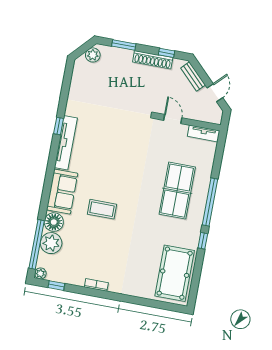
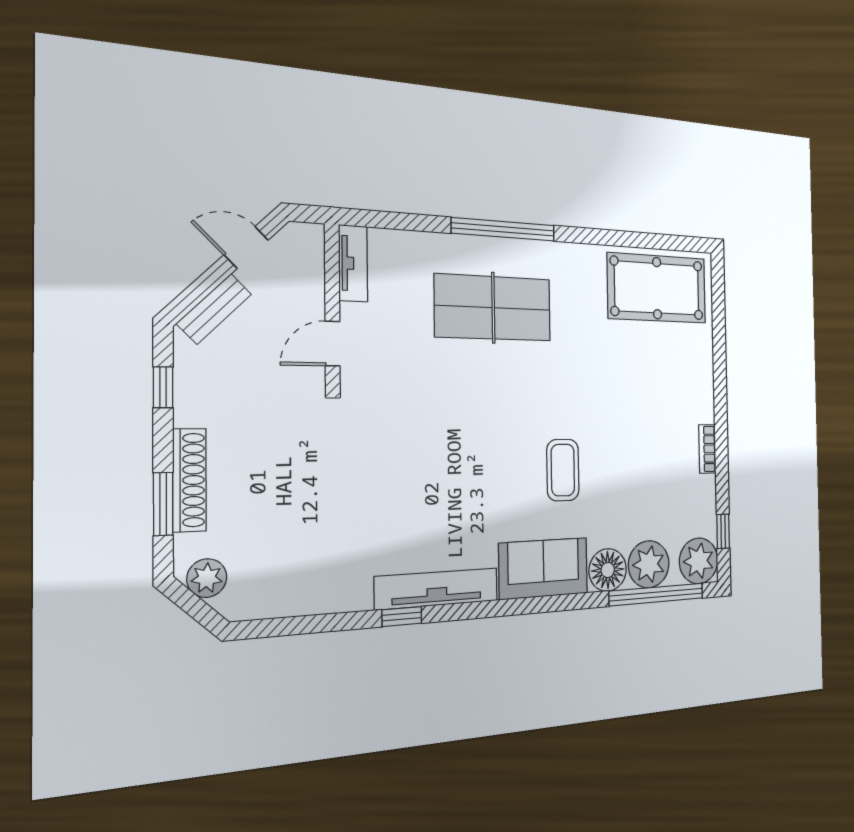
shoe rack: (153, 60) -> (189, 480), moved
window: (203, 241) -> (585, 236), removed
plant: (40, 273) -> (699, 561), width x1.88, depth x1.88

